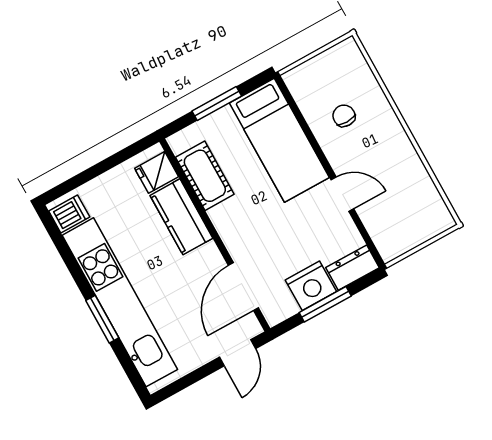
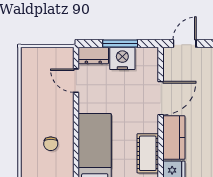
door: (342, 194) -> (76, 81), moved
door: (243, 287) -> (161, 98), moved

